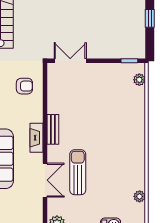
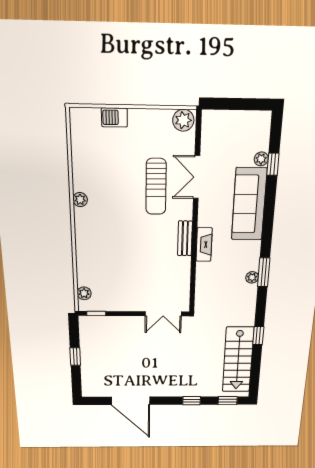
armchair: (24, 86) -> (216, 287), removed
fireplace: (37, 138) -> (204, 245), moved
plant: (140, 196) -> (80, 200), moved

